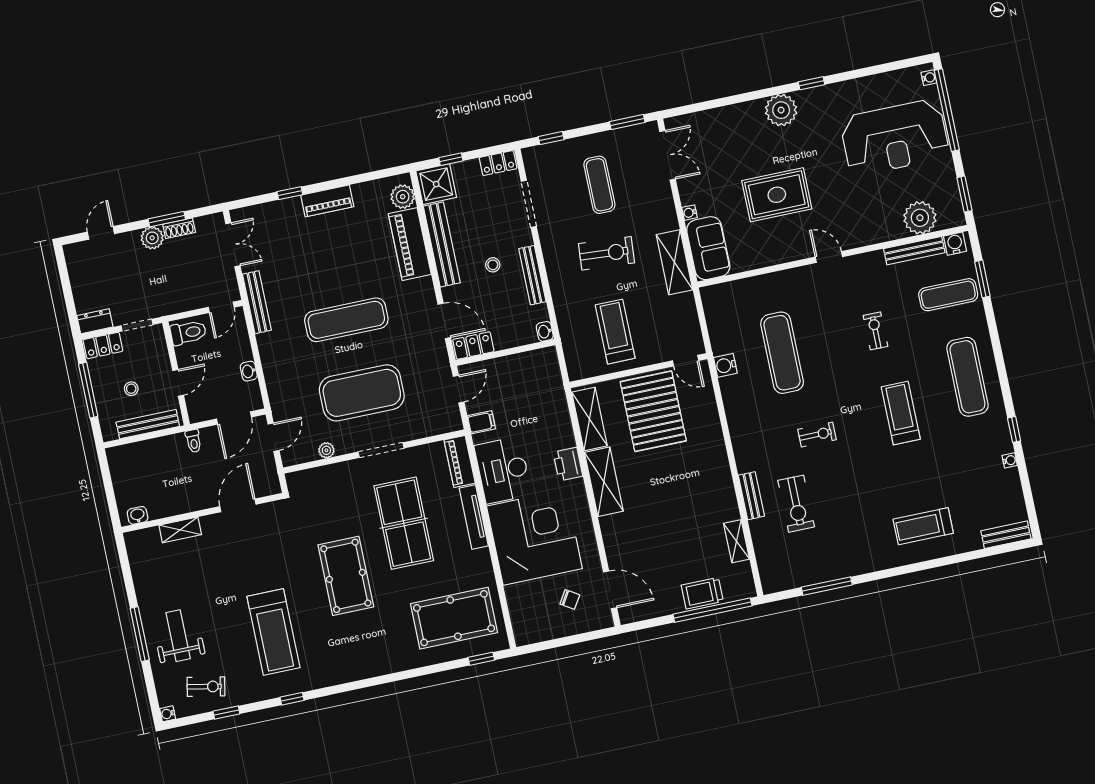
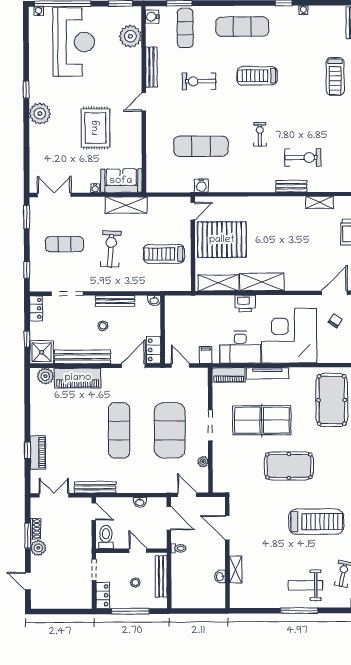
piano: (327, 201) -> (38, 453), moved
bench: (914, 251) -> (151, 67), moved
dresser: (95, 321) -> (86, 597), removed
exercise bike: (875, 331) -> (199, 81), width x1.38, depth x1.39
washbasin: (138, 515) -> (220, 577), moved

